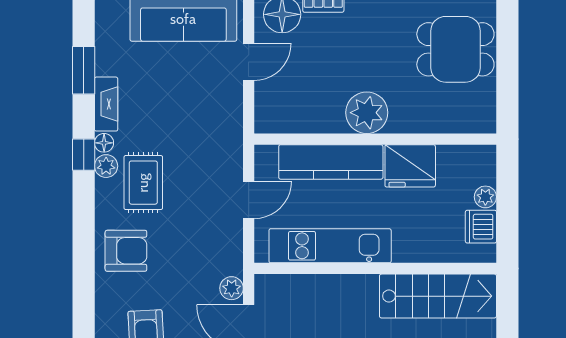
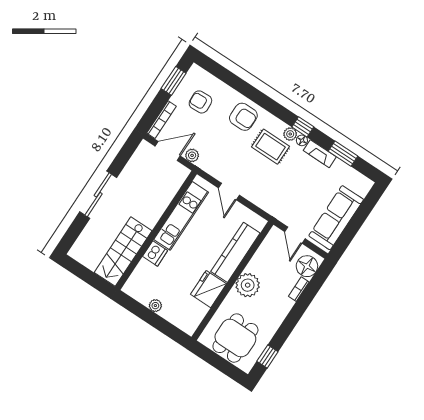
plant: (367, 113) -> (248, 285), moved
wall: (375, 139) -> (232, 281), moved
kitchen counter: (331, 162) -> (235, 252), moved
fridge: (410, 166) -> (208, 289), moved
dishwasher: (481, 227) -> (155, 253), moved, turned 90
armchair: (126, 251) -> (243, 117), turned -90

